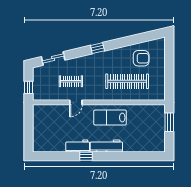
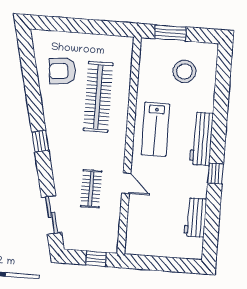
armchair: (141, 58) -> (62, 71), turned -96
stool: (147, 132) -> (184, 71), added
workbench: (78, 146) -> (195, 218), moved

